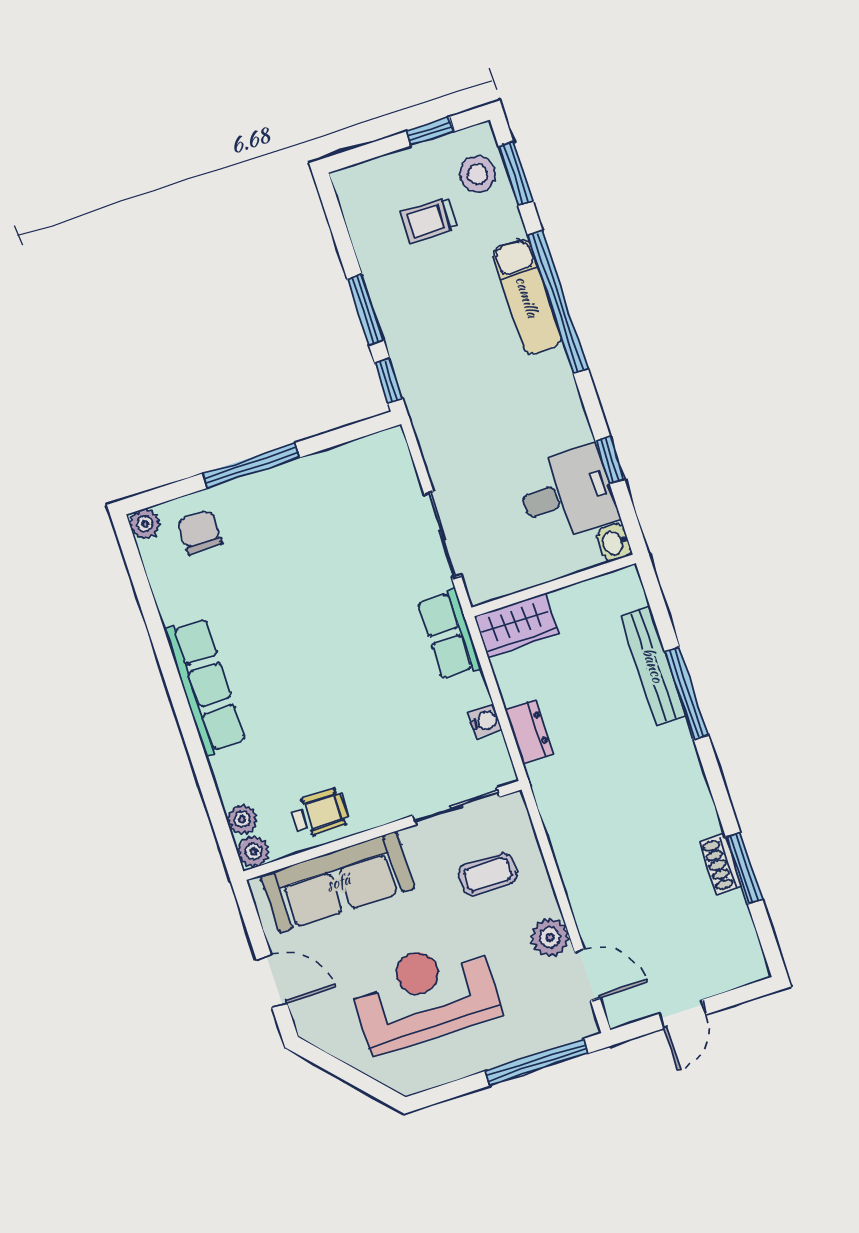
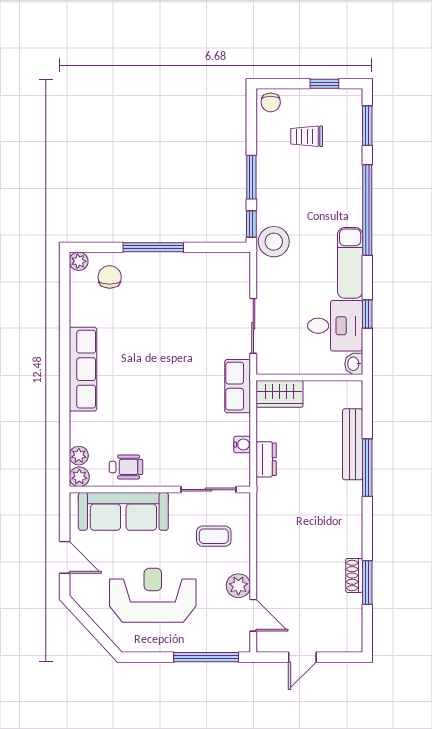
stool: (478, 174) -> (274, 242), moved, width x1.38, depth x1.38
chair: (357, 187) -> (271, 102), added
exam couch: (527, 297) -> (350, 263), moved

